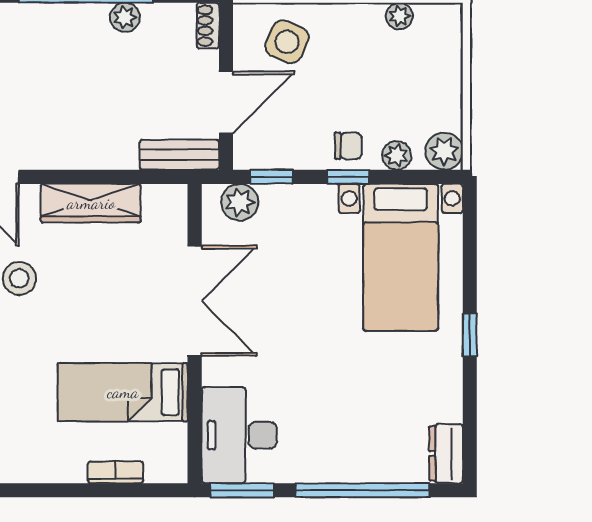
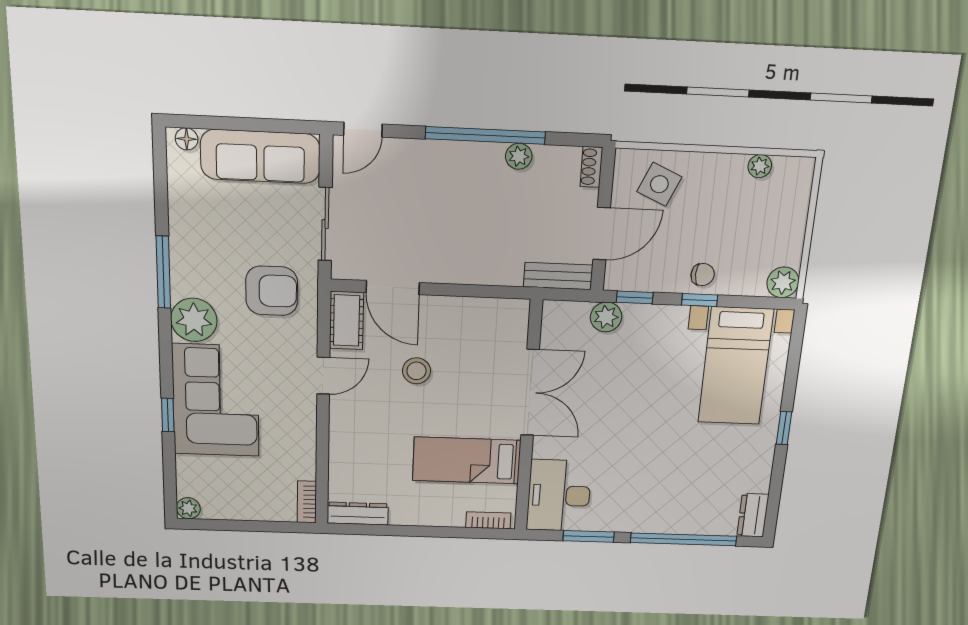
plant: (397, 155) -> (742, 284), removed
wardrobe: (91, 203) -> (480, 313), removed
double door: (195, 301) -> (530, 393), moved
wall: (195, 334) -> (528, 418), moved
bed: (123, 392) -> (467, 460), moved
desk: (239, 435) -> (559, 496), moved

